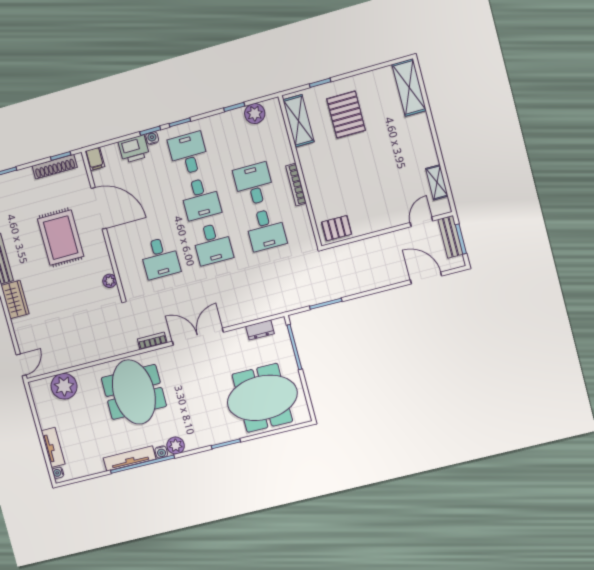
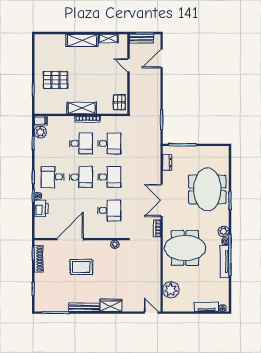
shelving: (409, 87) -> (82, 40), moved
shelving: (299, 121) -> (82, 108), moved
filing cabinet: (95, 159) -> (41, 121), moved
desk: (254, 184) -> (81, 143), turned 180
door: (421, 222) -> (129, 65), moved
rug: (61, 238) -> (81, 267), width x0.73, depth x0.70
meeting table: (262, 398) -> (207, 189), moved

